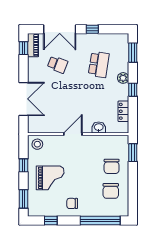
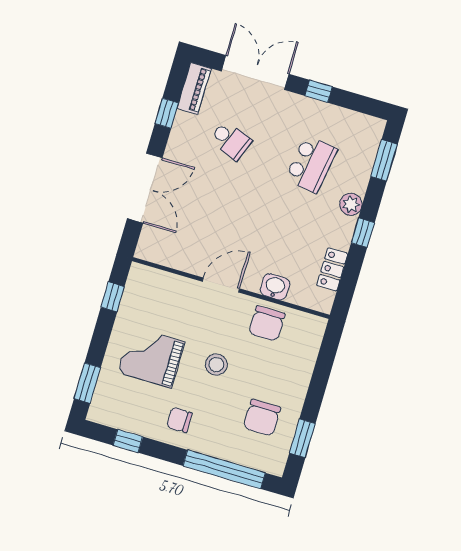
double door: (60, 29) -> (255, 73), swing flipped
window: (24, 48) -> (167, 113), moved
stool: (37, 144) -> (216, 365), moved
window: (133, 153) -> (302, 438), moved
window: (24, 165) -> (113, 297), moved
chair: (112, 166) -> (267, 324), moved
grand piano: (50, 178) -> (151, 357), turned 180

